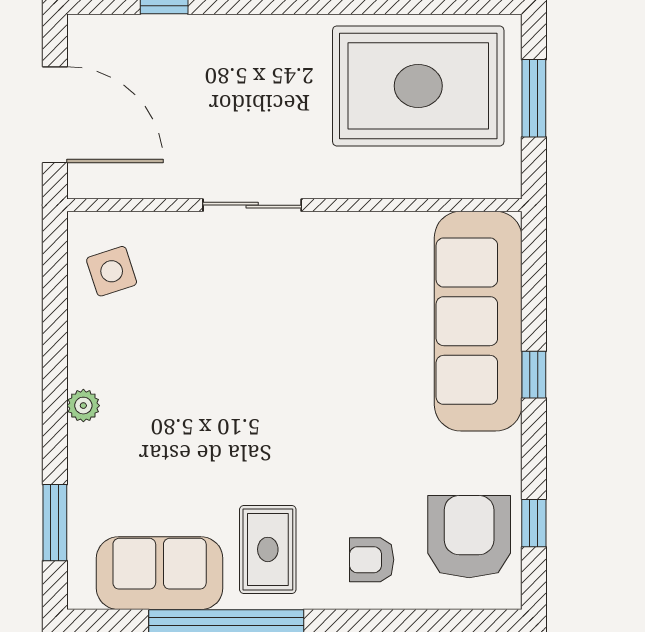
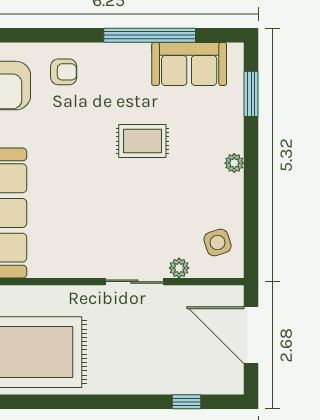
plant: (177, 228) -> (179, 268), added
rug: (268, 549) -> (142, 141), moved, turned 90

